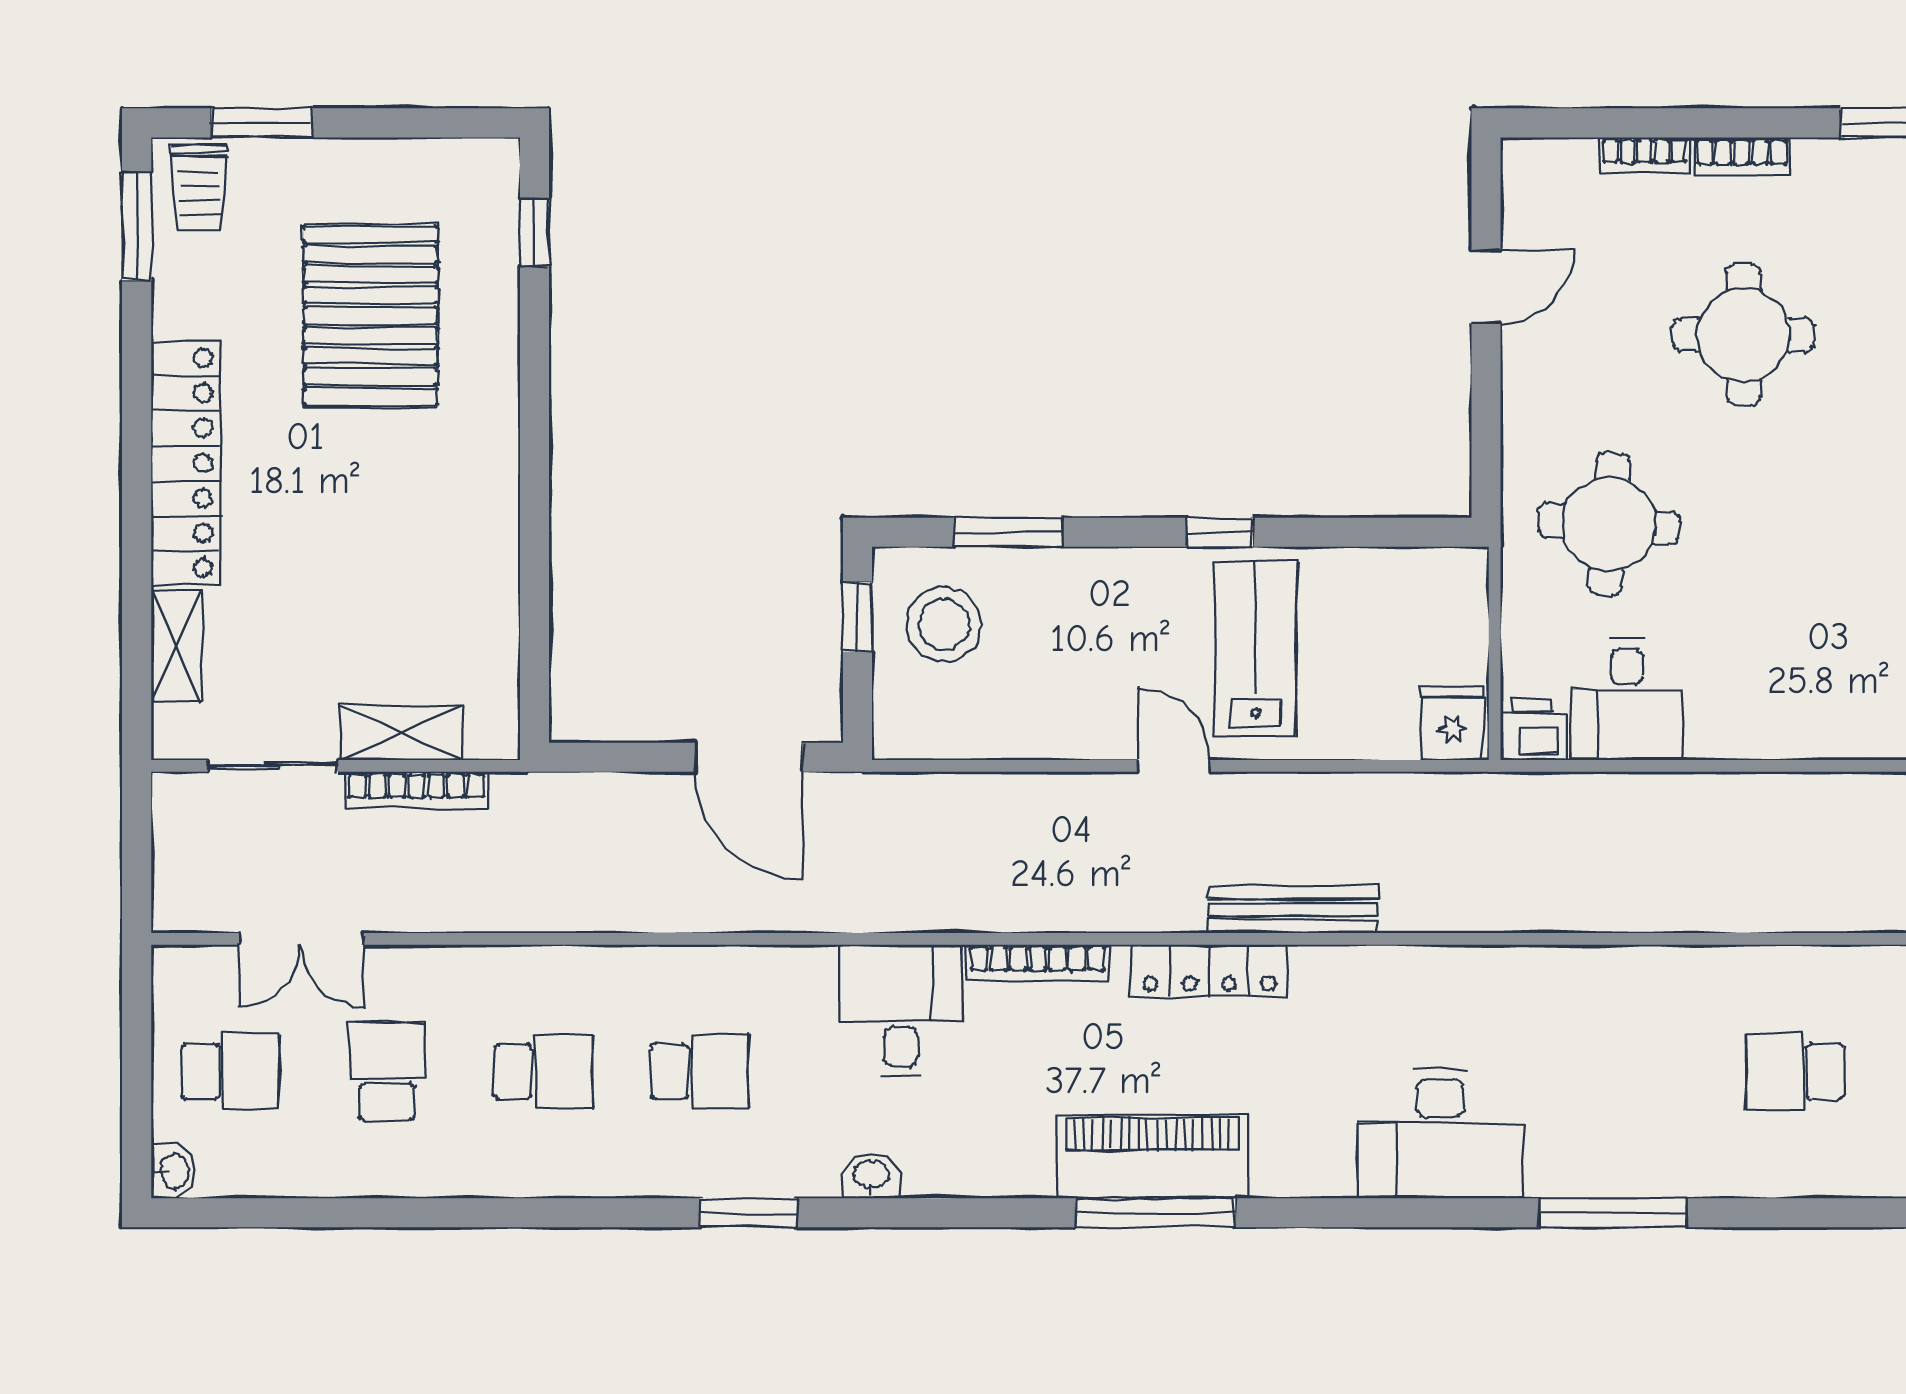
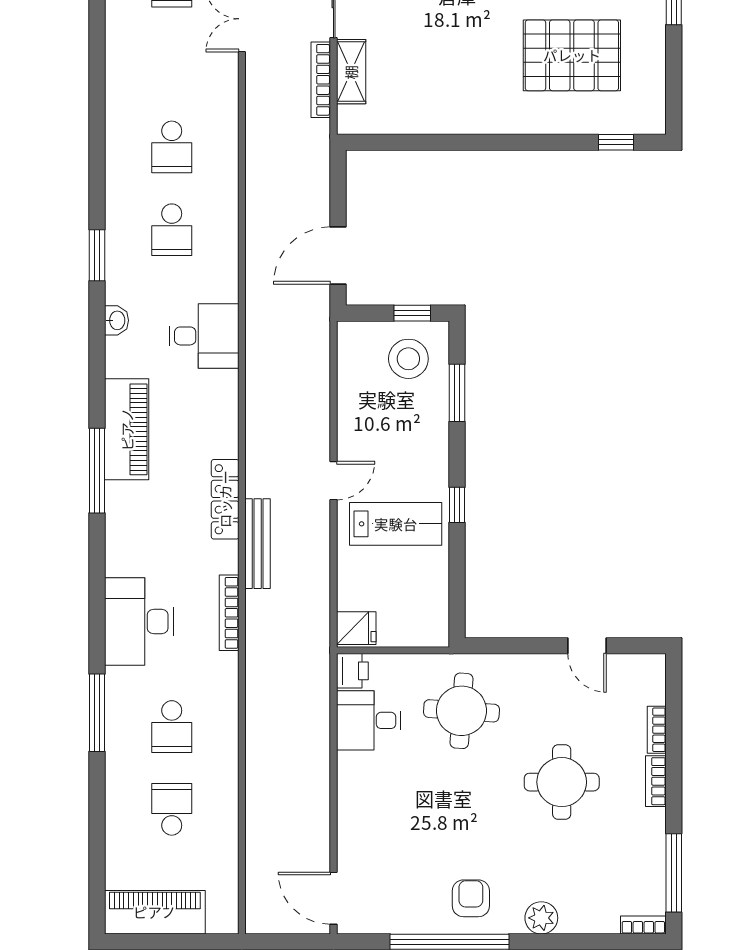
bookcase: (1038, 963) -> (229, 613), moved
school desk: (387, 1072) -> (172, 727), moved, turned 90
piano: (1152, 1157) -> (127, 429), moved

